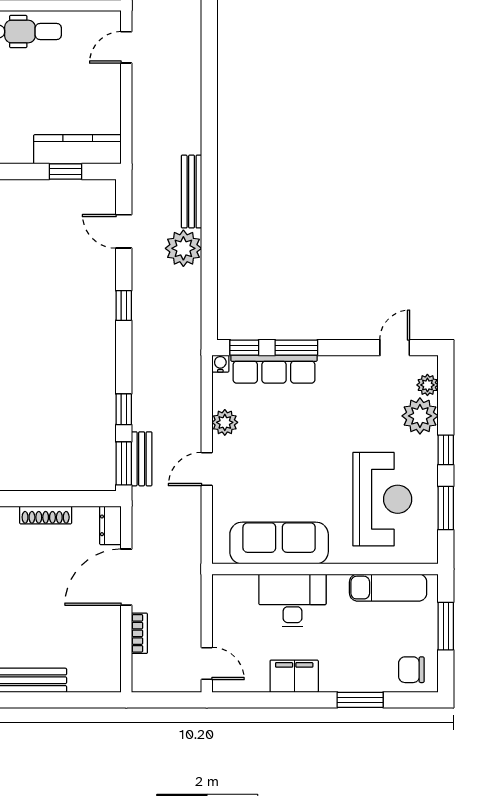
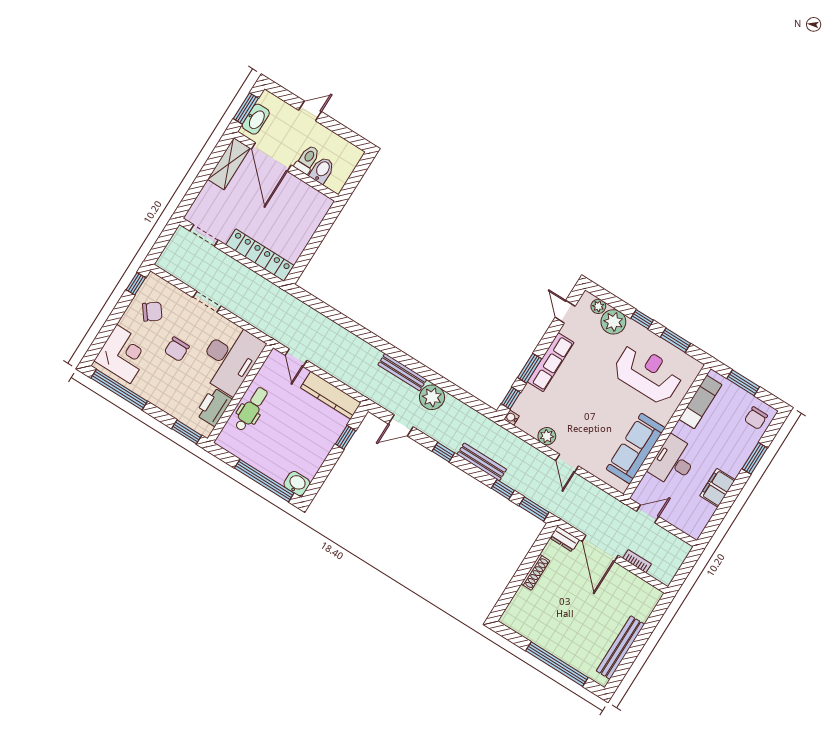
kitchen counter: (77, 149) -> (331, 395), moved, turned -90
row of seats: (274, 369) -> (551, 362), moved
bench: (142, 459) -> (482, 462), moved, width x1.36
door: (207, 663) -> (648, 514), moved

